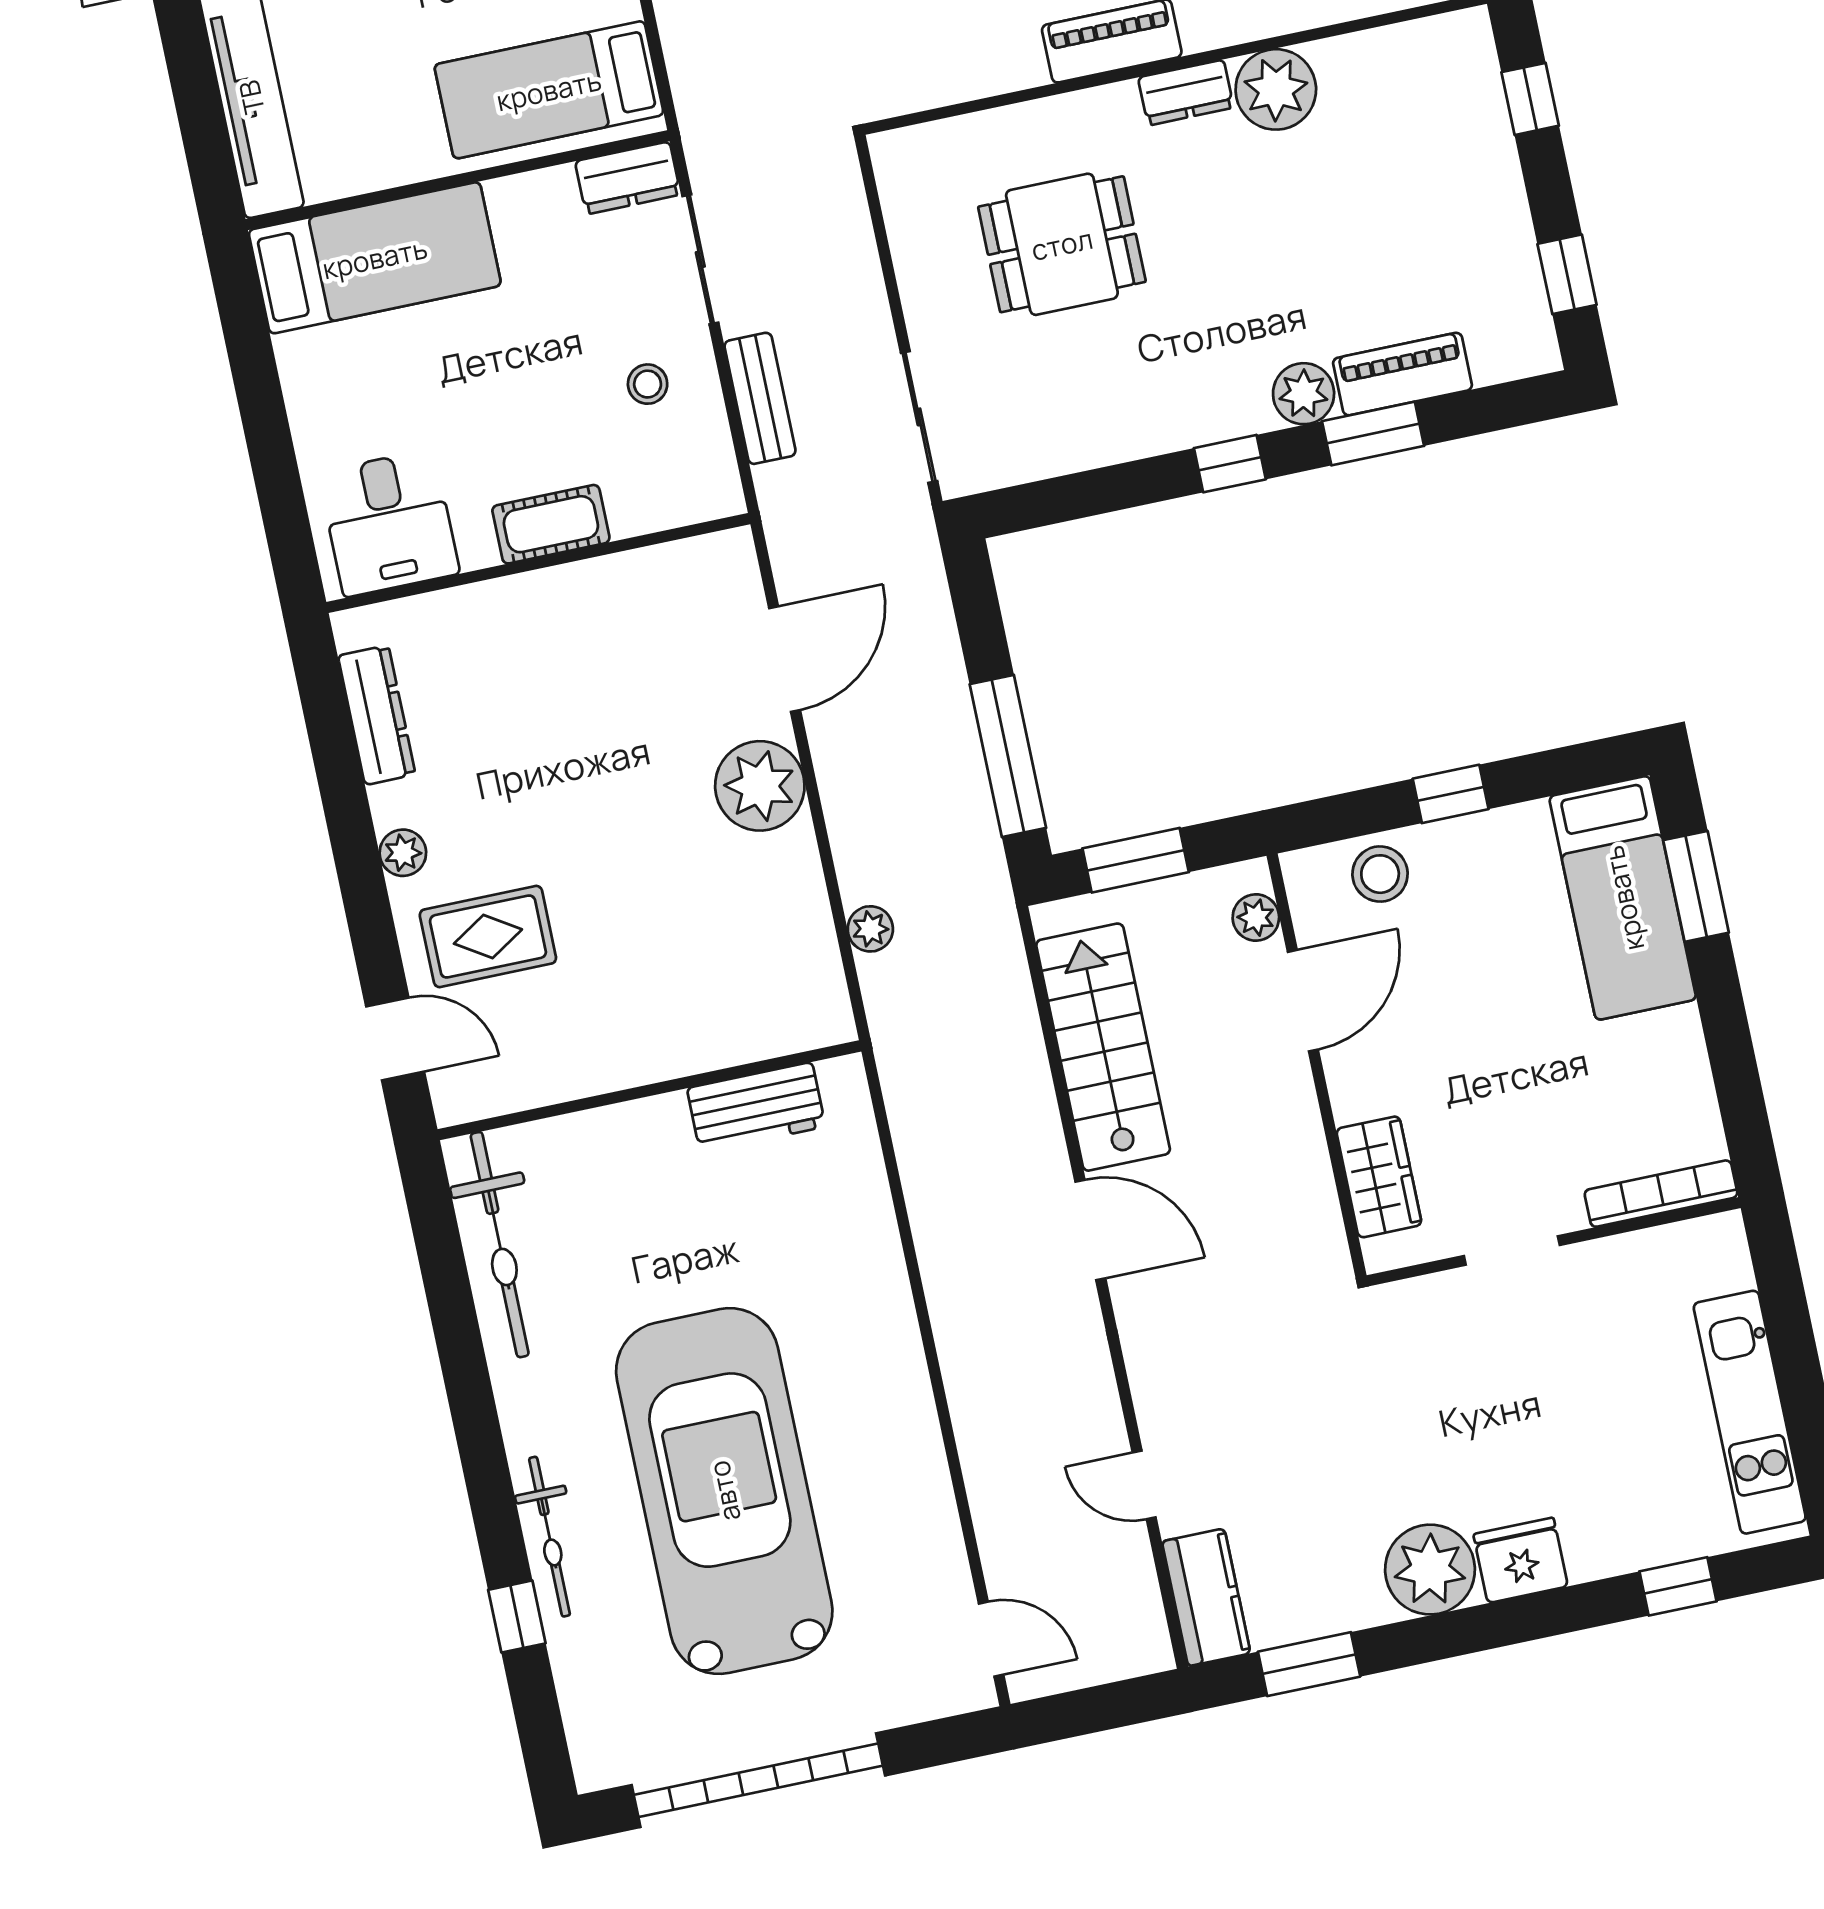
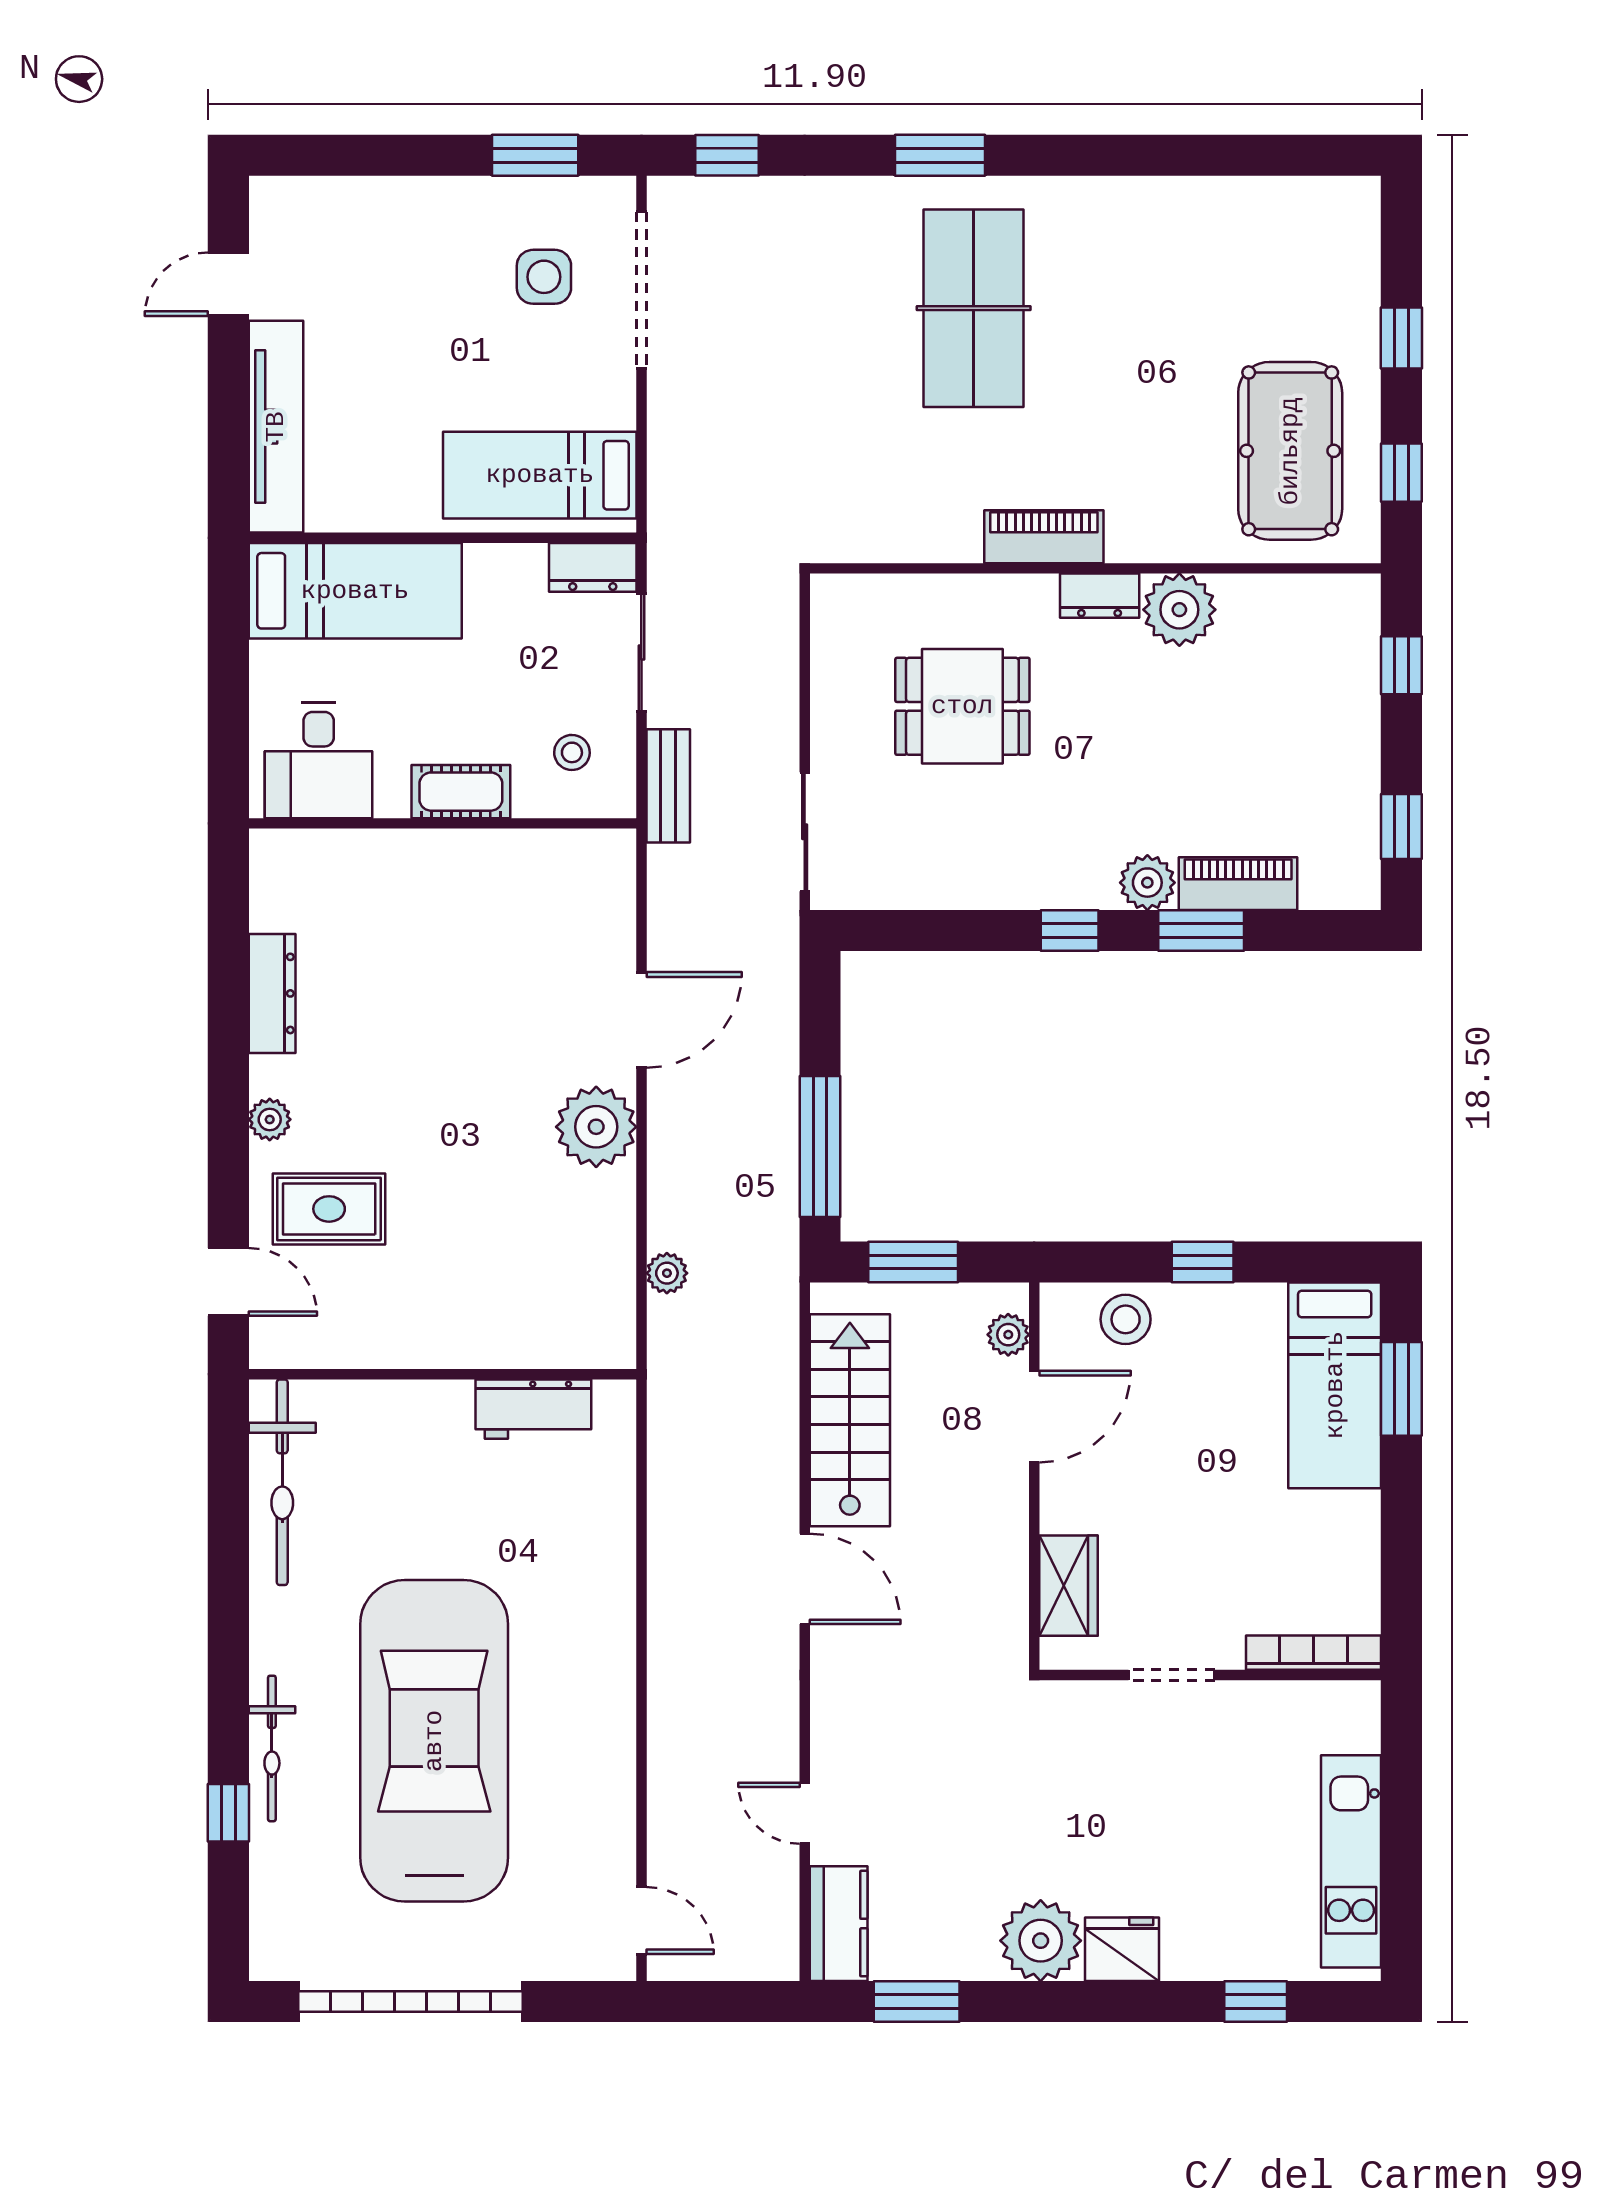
desk: (389, 523) -> (319, 760), moved
cot: (551, 524) -> (461, 792), moved
wall: (538, 563) -> (443, 823), moved

